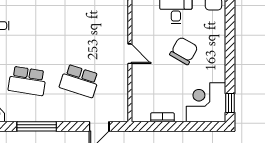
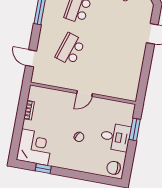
chair: (184, 51) -> (79, 137), width x0.54, depth x0.54
window: (230, 103) -> (43, 169), moved

